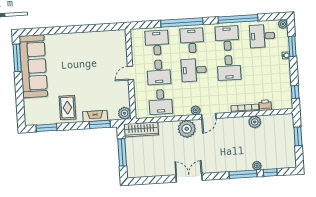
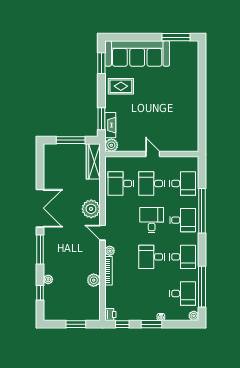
window: (238, 19) -> (202, 287), moved
desk: (262, 36) -> (183, 294), turned 90
window: (292, 46) -> (151, 324), moved
sofa: (33, 66) -> (137, 53), moved
printer: (265, 105) -> (110, 314), moved
plant: (196, 110) -> (110, 251), moved
fireplace: (95, 116) -> (110, 125), moved
window: (243, 174) -> (40, 250), moved
double door: (189, 178) -> (40, 208), width x1.37

